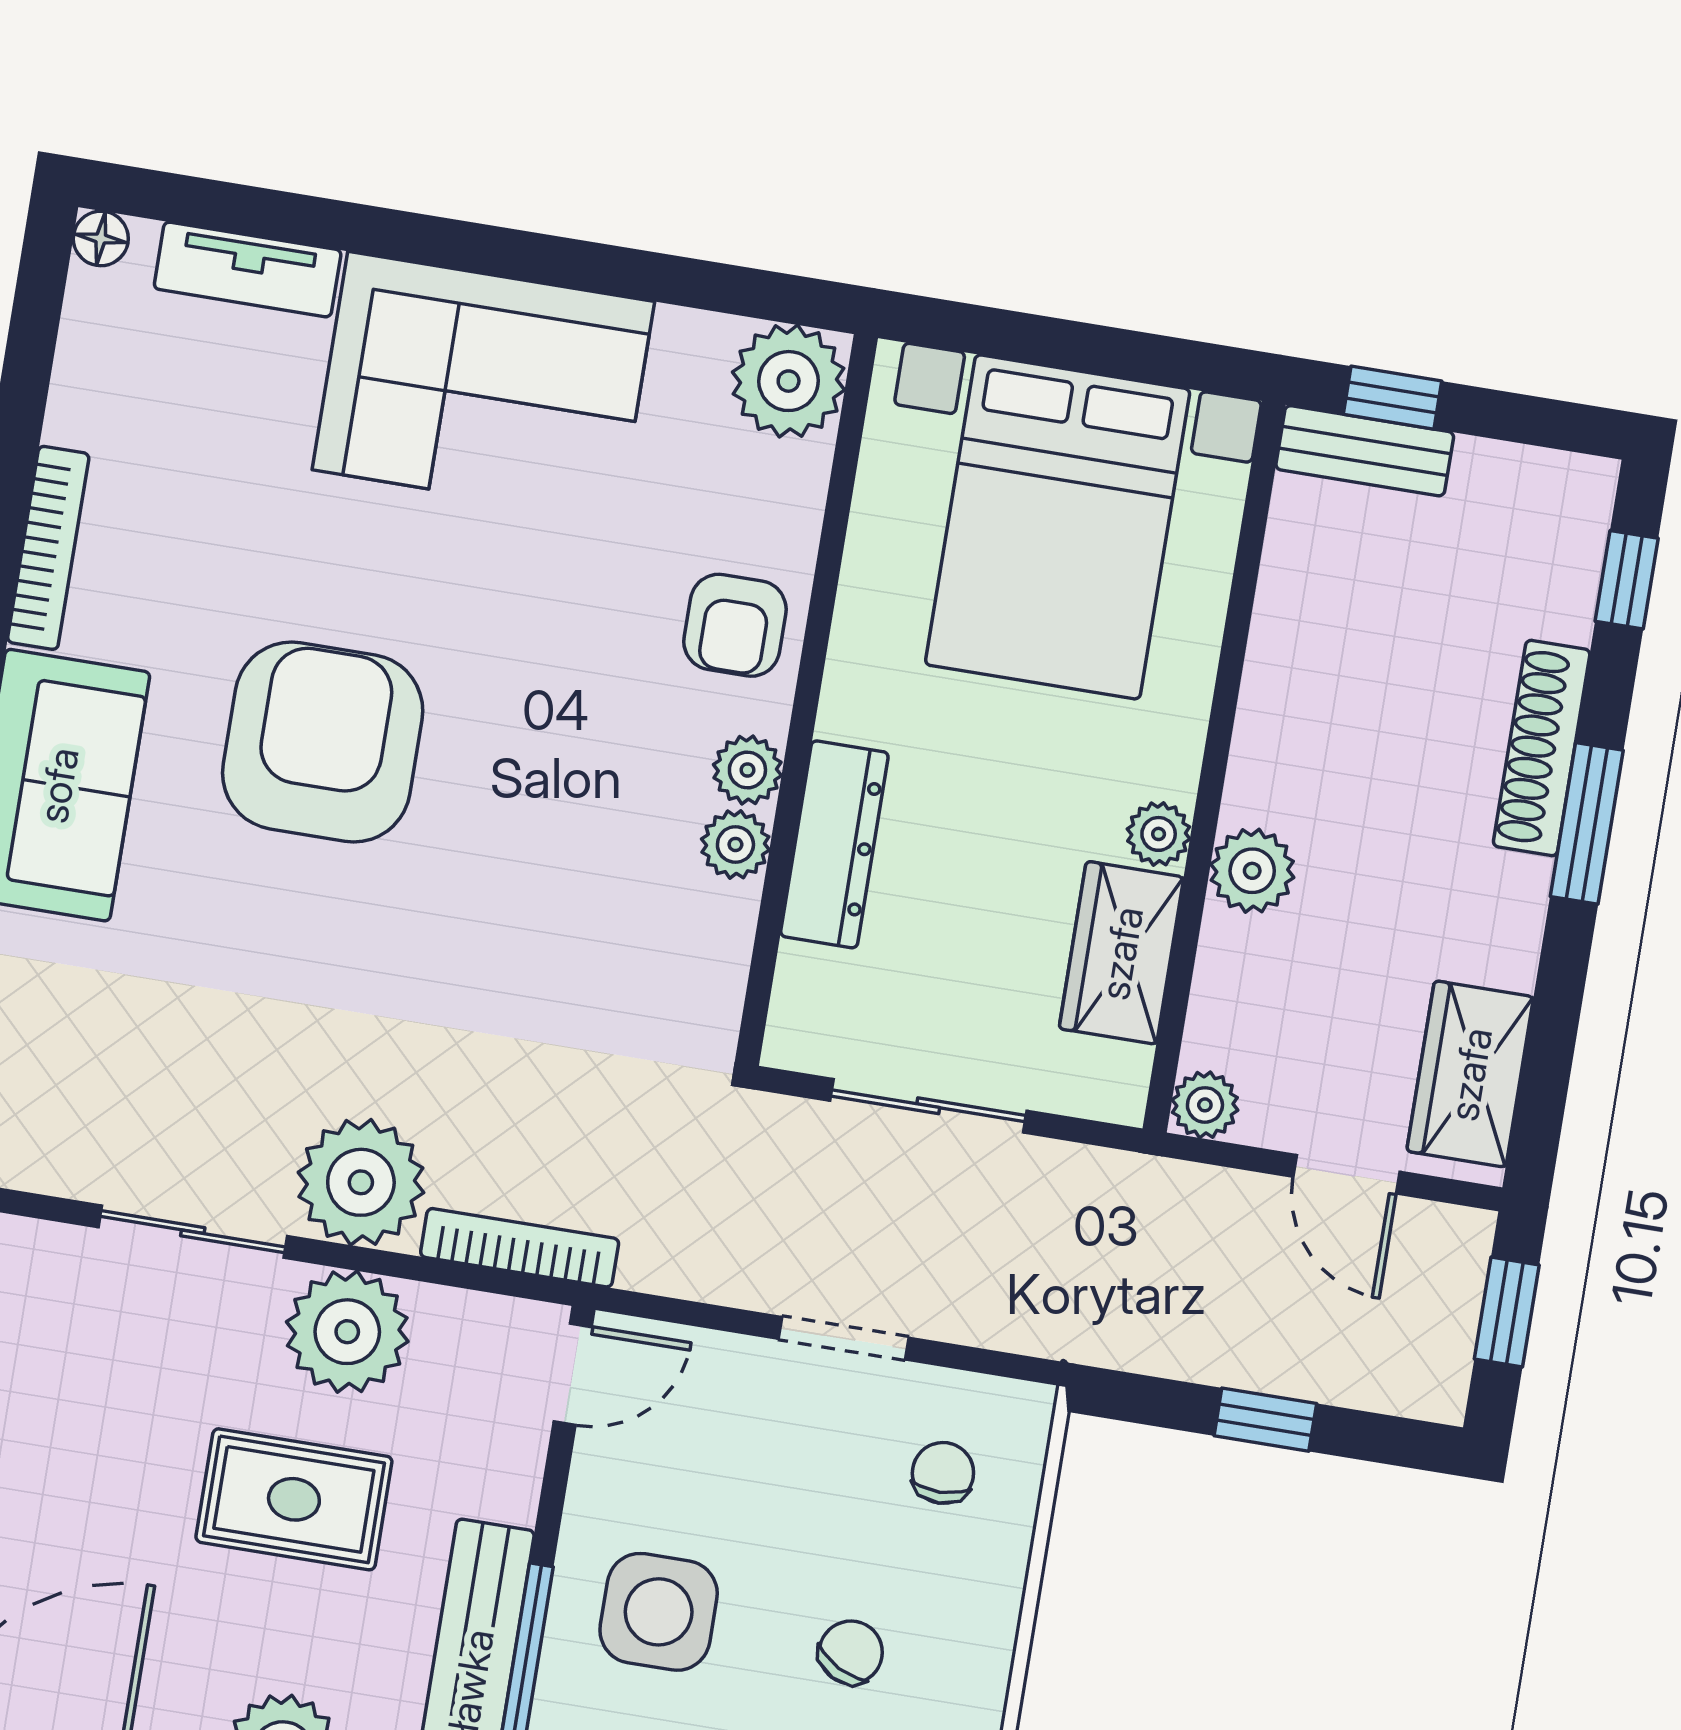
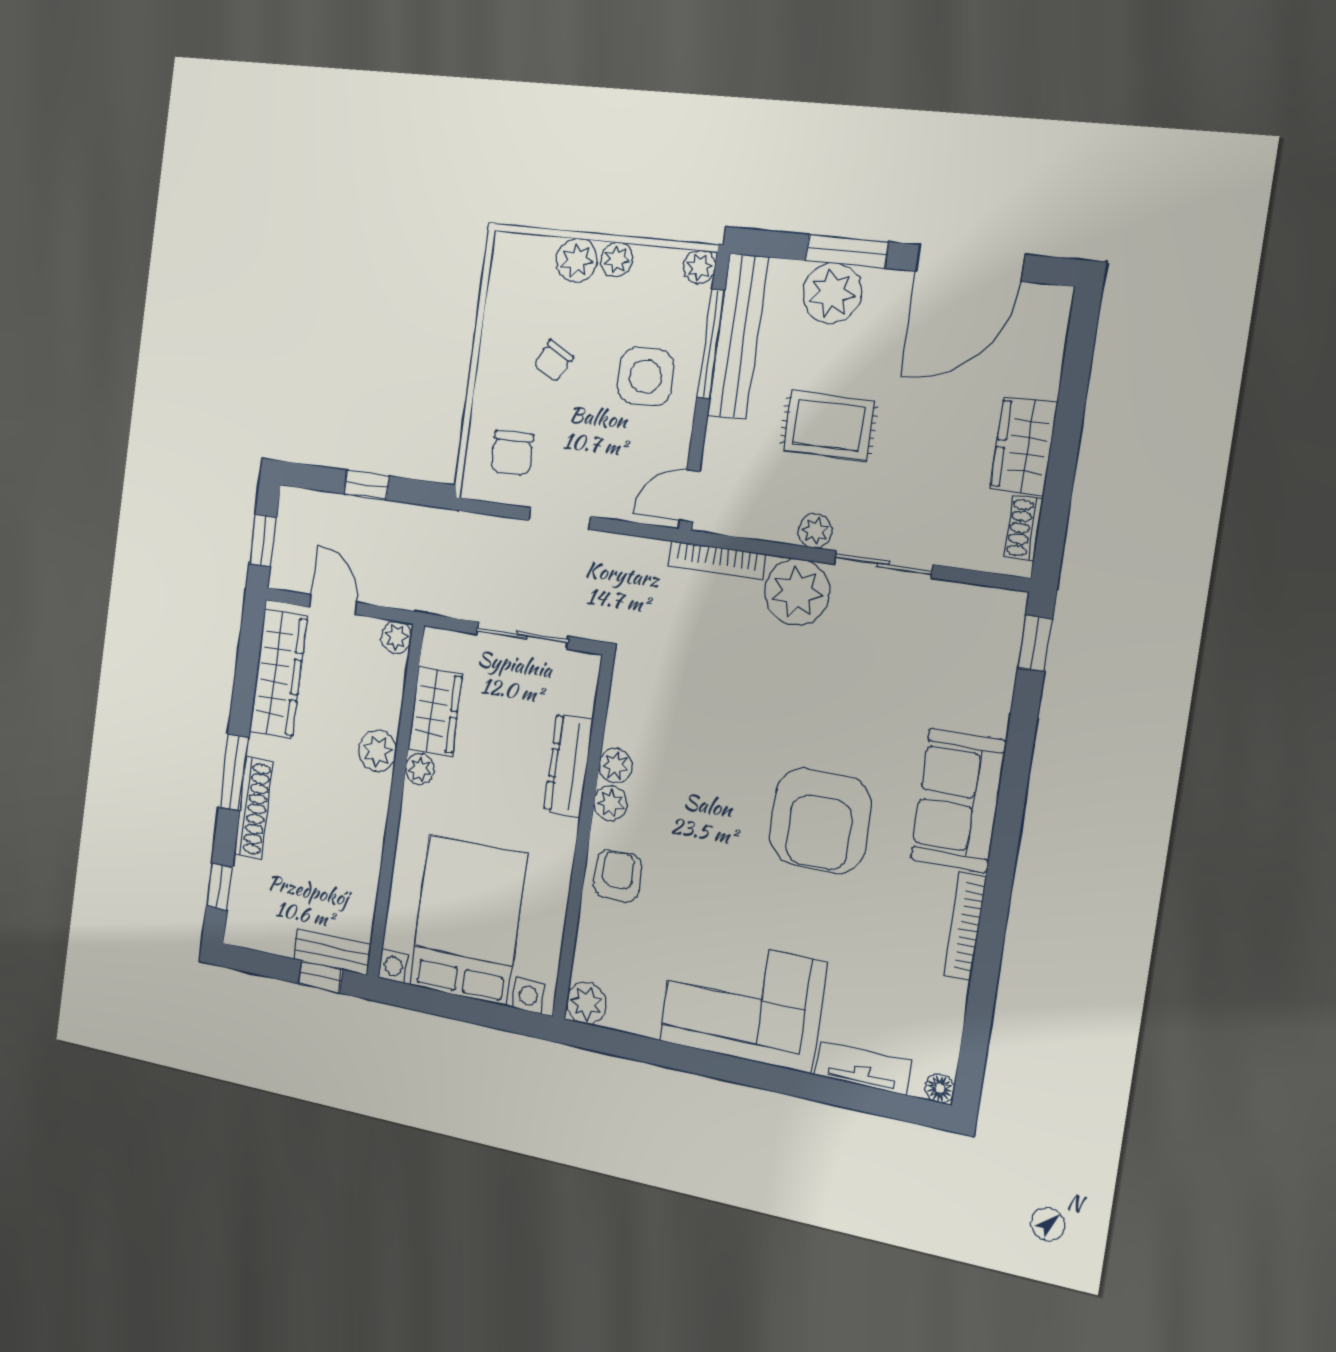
plant: (789, 381) -> (586, 1003), width x0.73, depth x0.73
wardrobe: (1470, 1074) -> (278, 674), width x1.50
plant: (347, 1332) -> (815, 531), width x0.53, depth x0.53
chair: (943, 1473) -> (512, 453), width x1.37, depth x1.37

